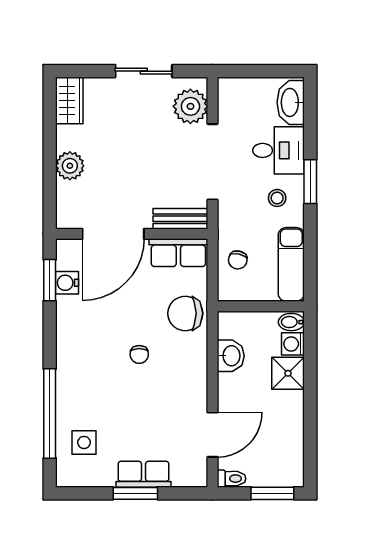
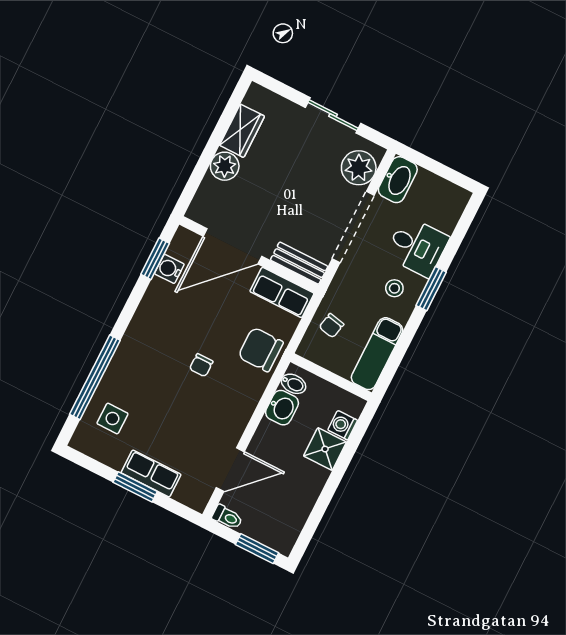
wardrobe: (69, 101) -> (242, 131), moved
washbasin: (291, 102) -> (398, 180), moved, turned 180
bidet: (291, 322) -> (294, 384), moved, turned 180

